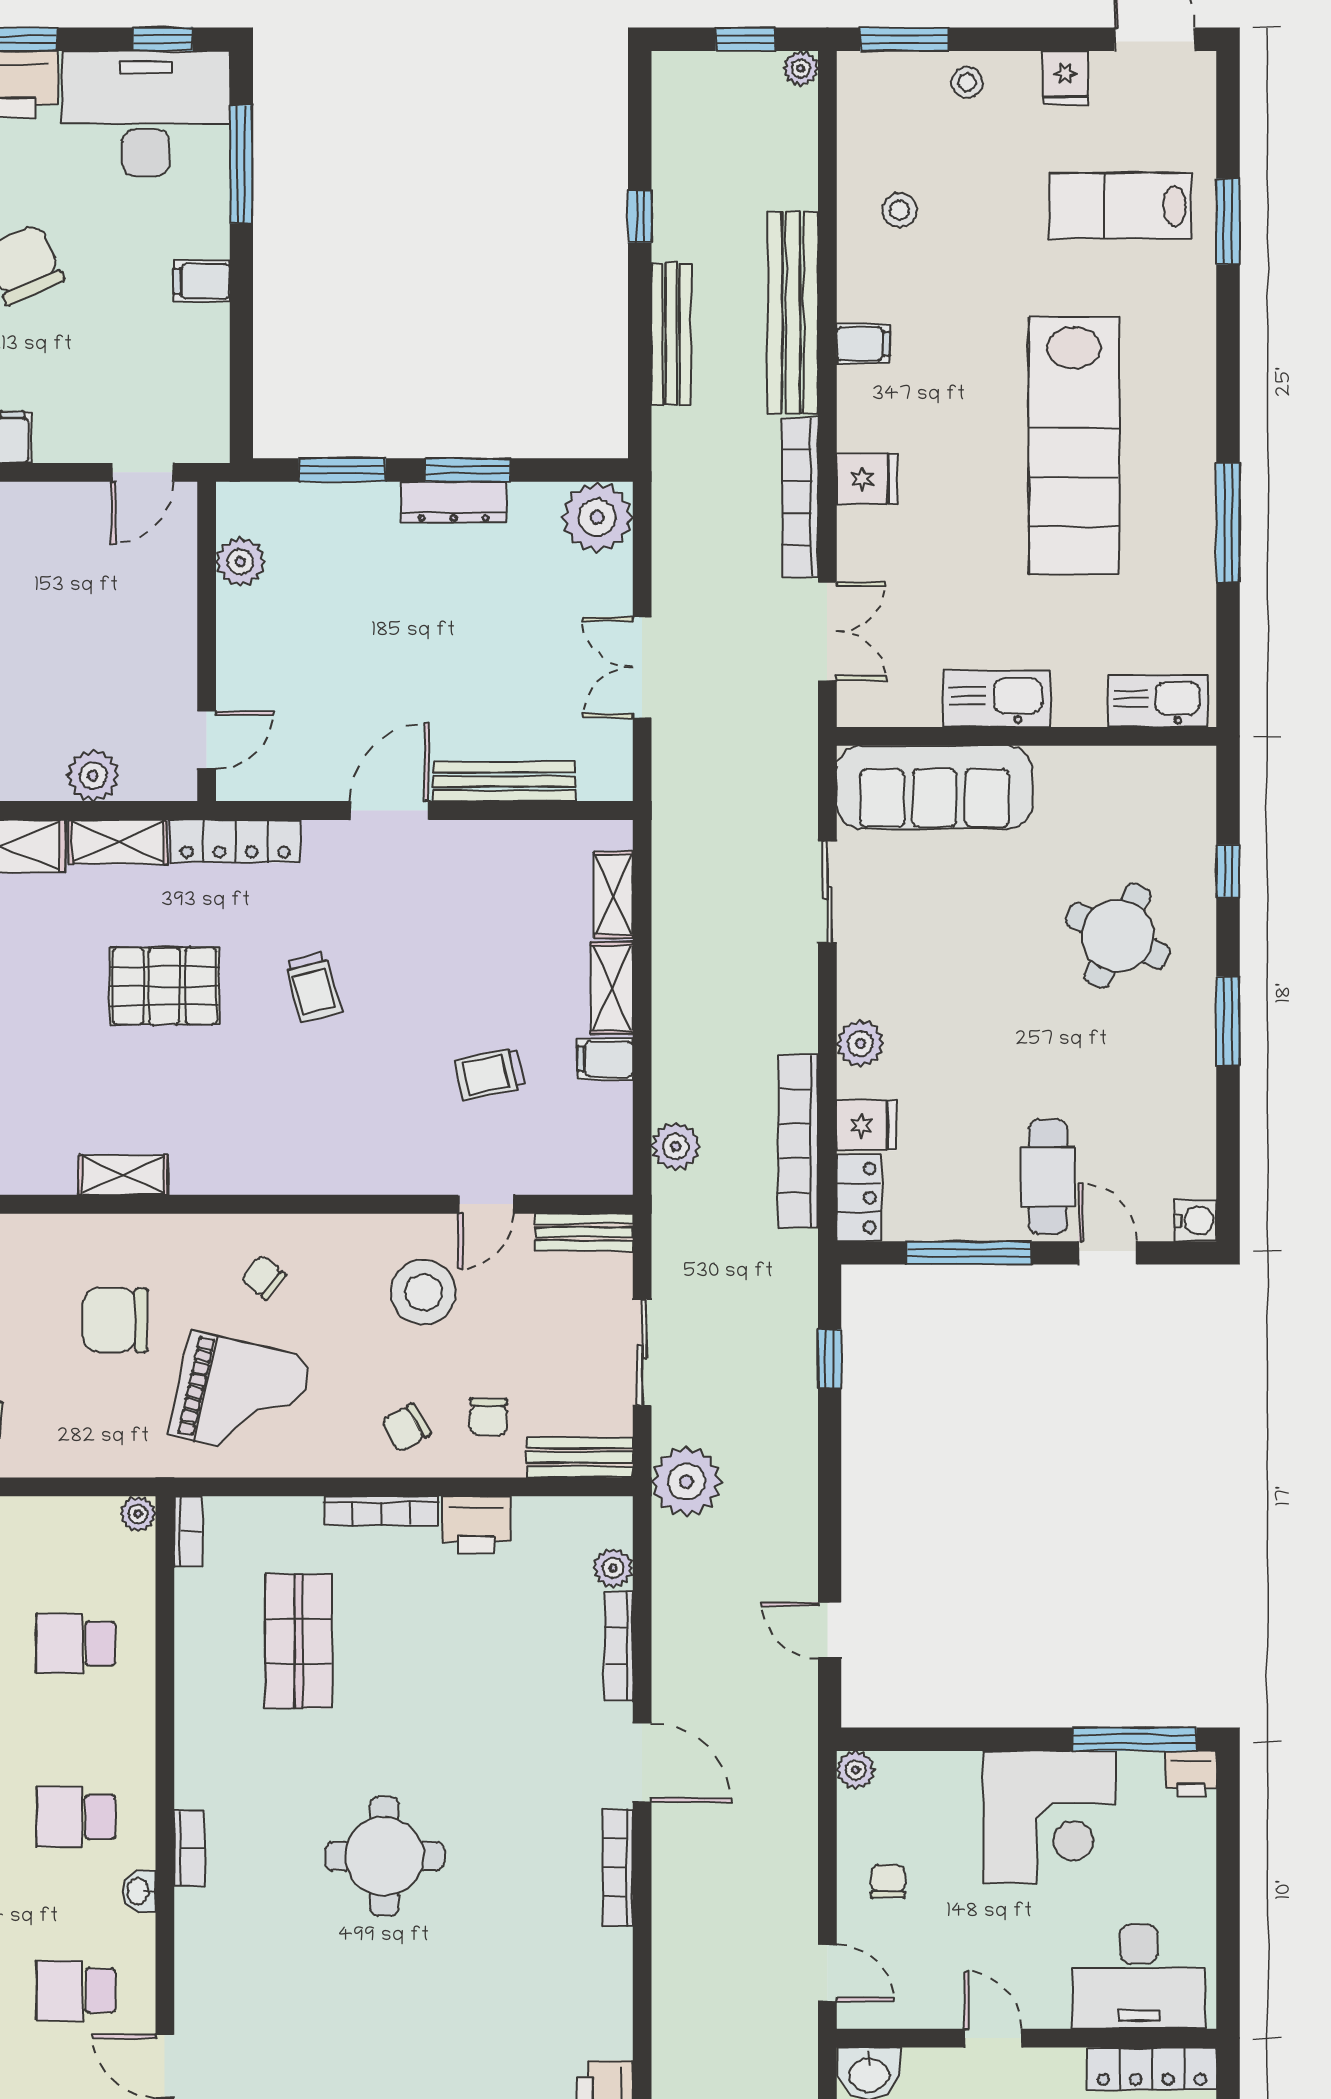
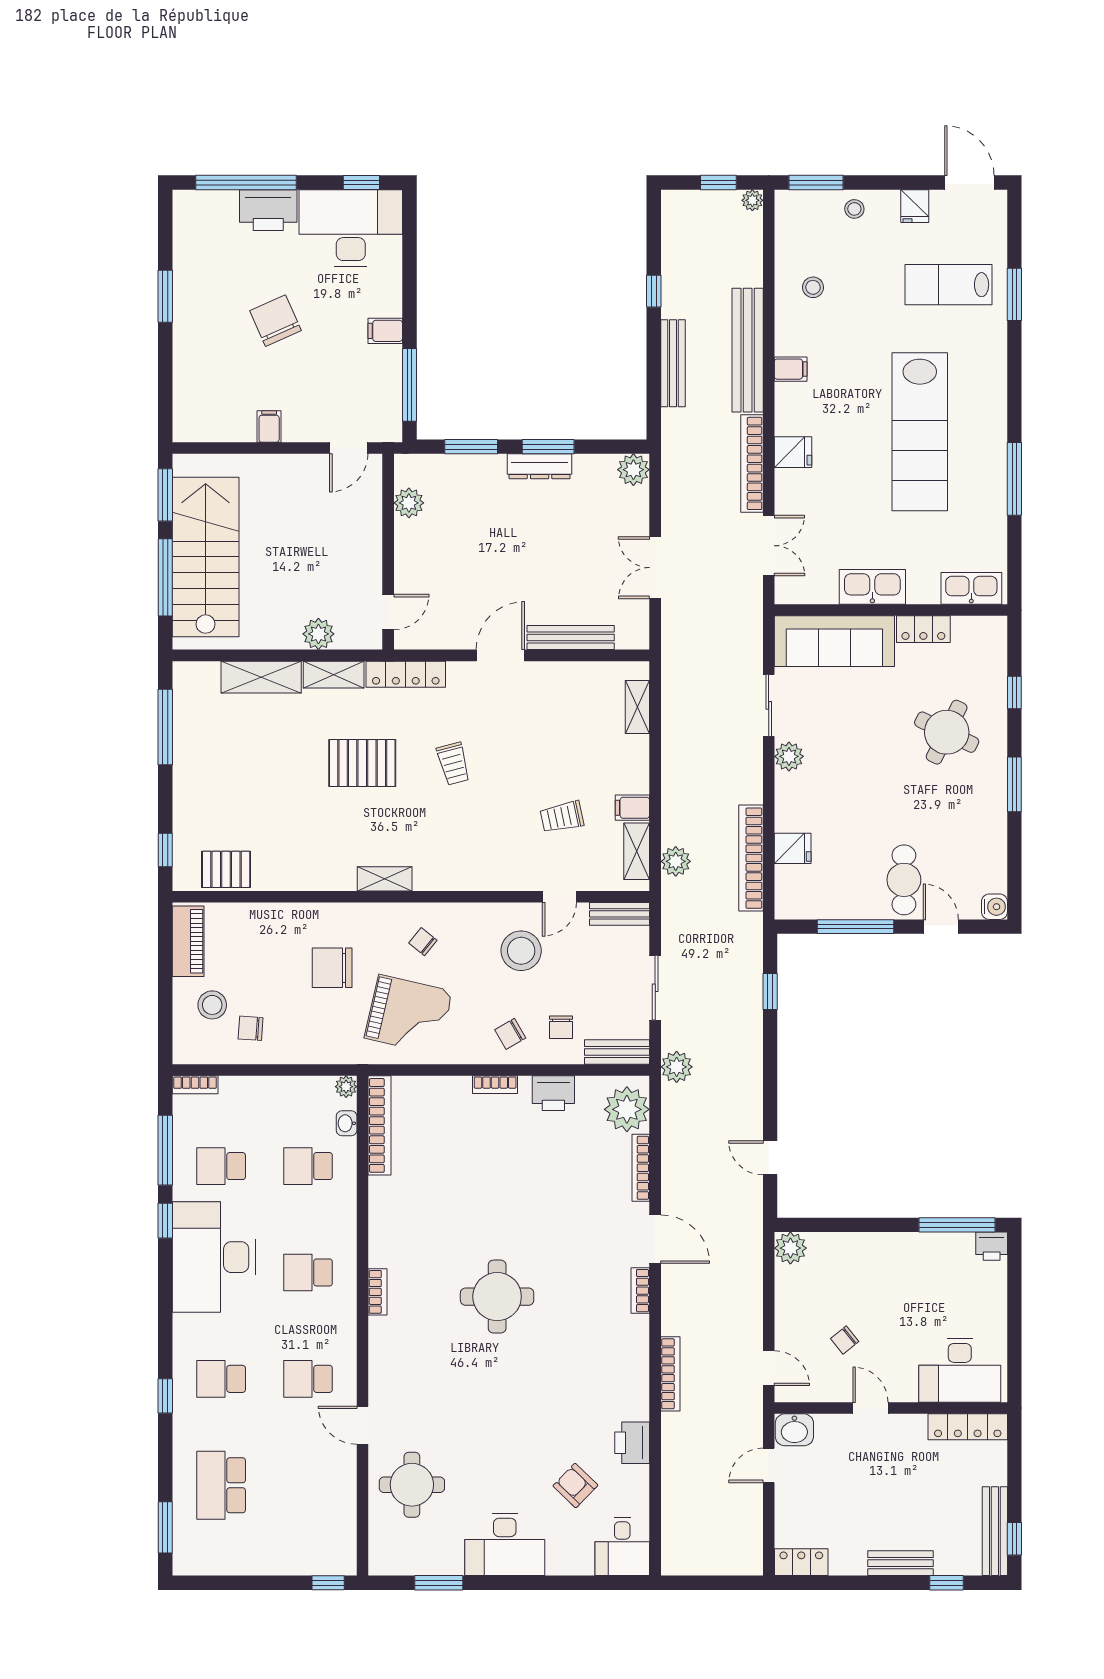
window: (241, 164) -> (409, 385), moved
plant: (597, 517) -> (633, 470), width x0.73, depth x0.73
shelving: (612, 988) -> (637, 851), moved
plant: (860, 1043) -> (789, 756), moved
shelving: (123, 1175) -> (385, 879), moved
locker: (859, 1198) -> (923, 629), moved, turned 90
plant: (686, 1482) -> (677, 1067), width x0.73, depth x0.73
bookcase: (381, 1511) -> (495, 1085), width x0.64
bookcase: (188, 1531) -> (380, 1125), width x2.31, depth x1.31
plant: (613, 1568) -> (627, 1109), width x1.87, depth x1.87
shop shelf: (298, 1641) -> (444, 1165), removed
plant: (856, 1770) -> (790, 1248), width x1.38, depth x1.38
corner desk: (1050, 1817) -> (905, 1272), removed
bookcase: (618, 1867) -> (640, 1291), width x0.64
chair: (888, 1881) -> (845, 1340), moved, turned -129
washbasin: (139, 1891) -> (347, 1123), moved
bookcase: (667, 1982) -> (670, 1374), added

